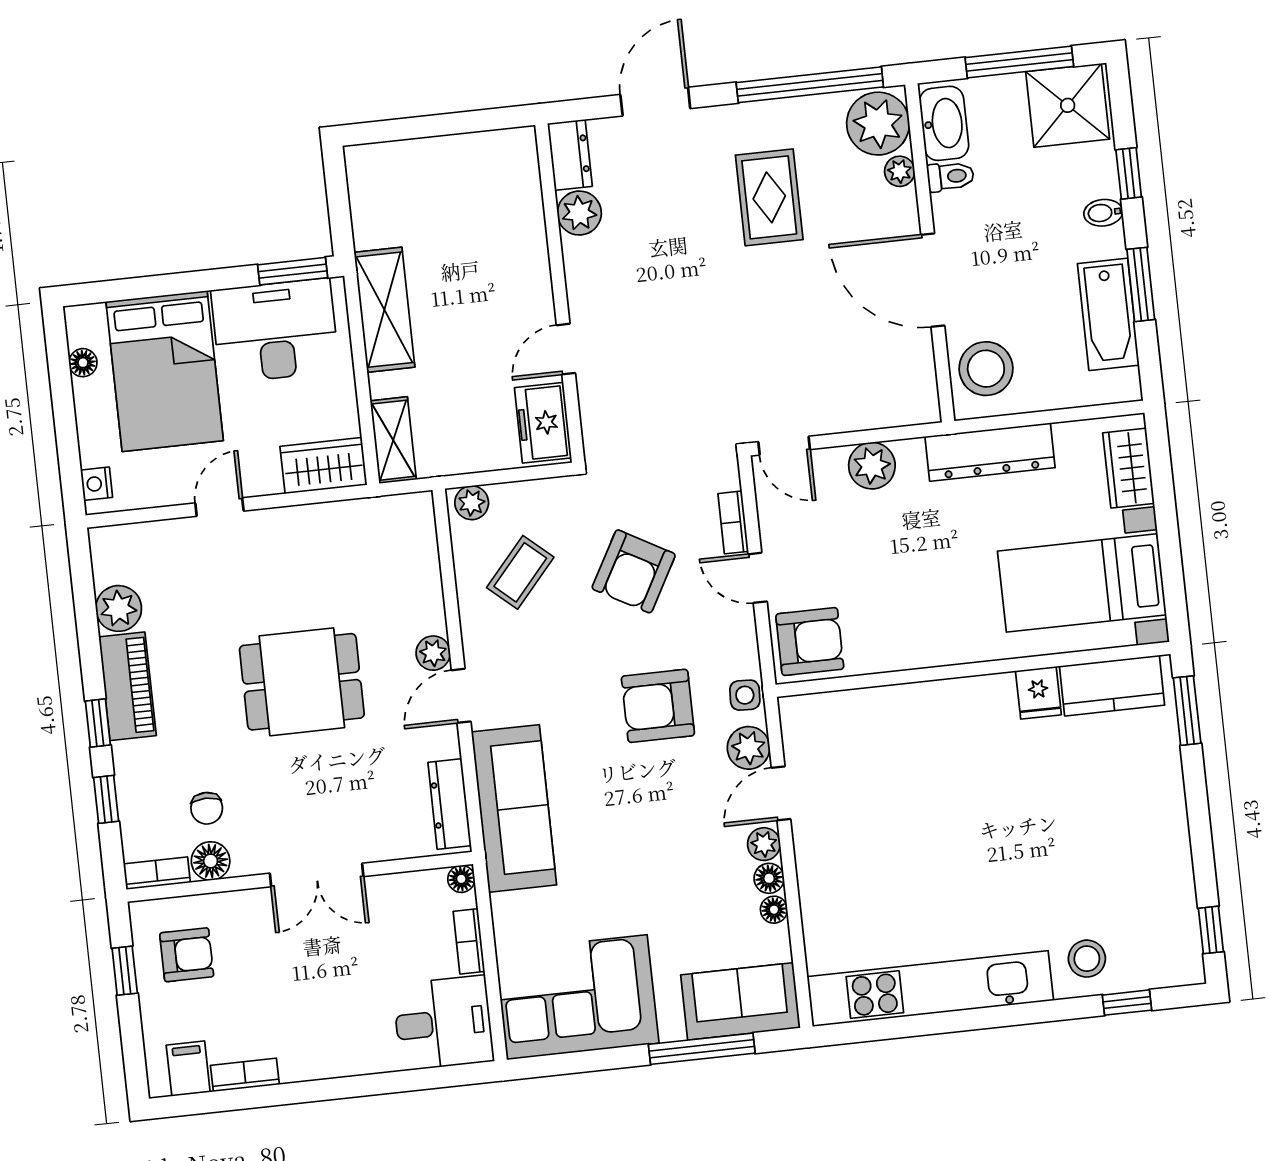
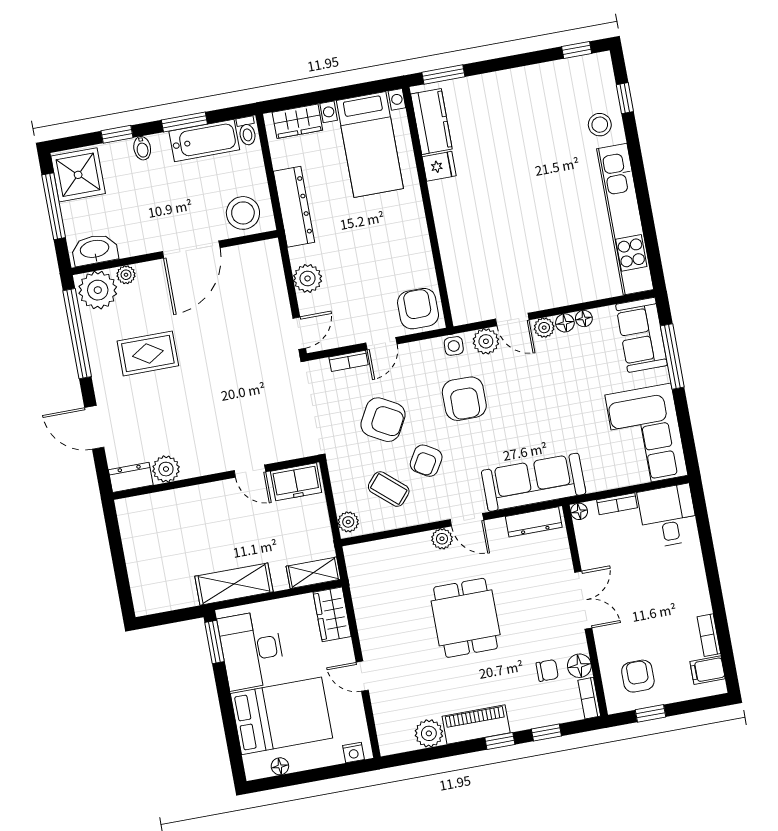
toilet: (951, 176) -> (247, 131), moved, turned 180
armchair: (562, 637) -> (426, 461), added

